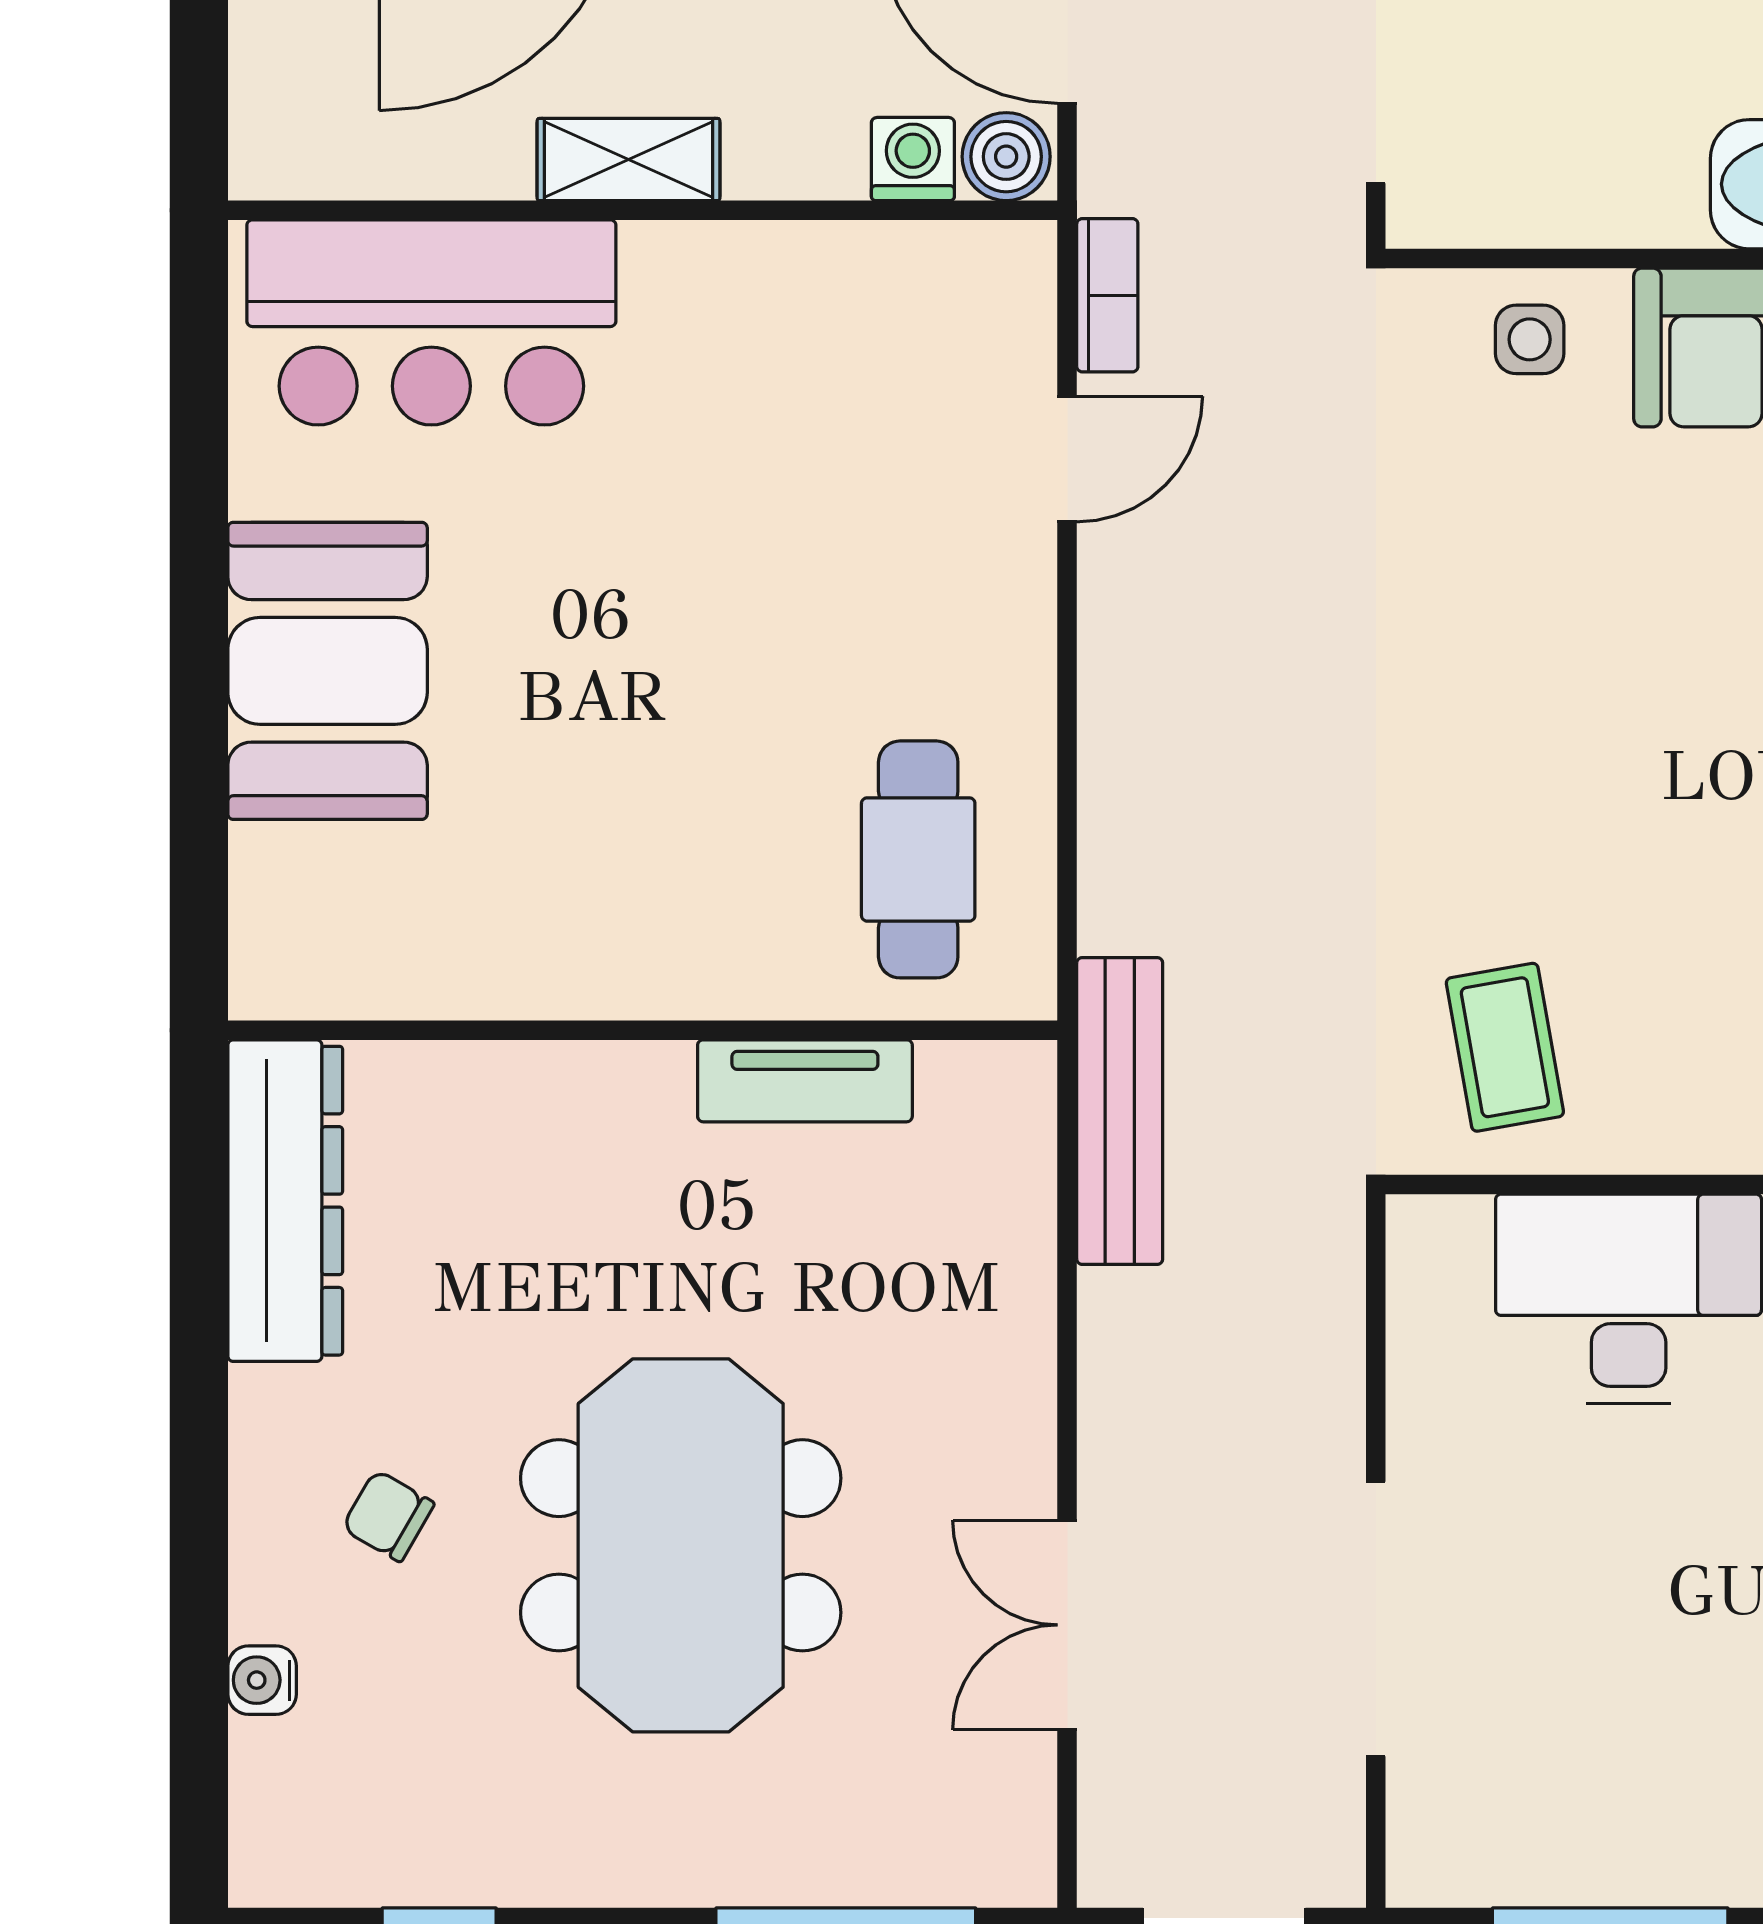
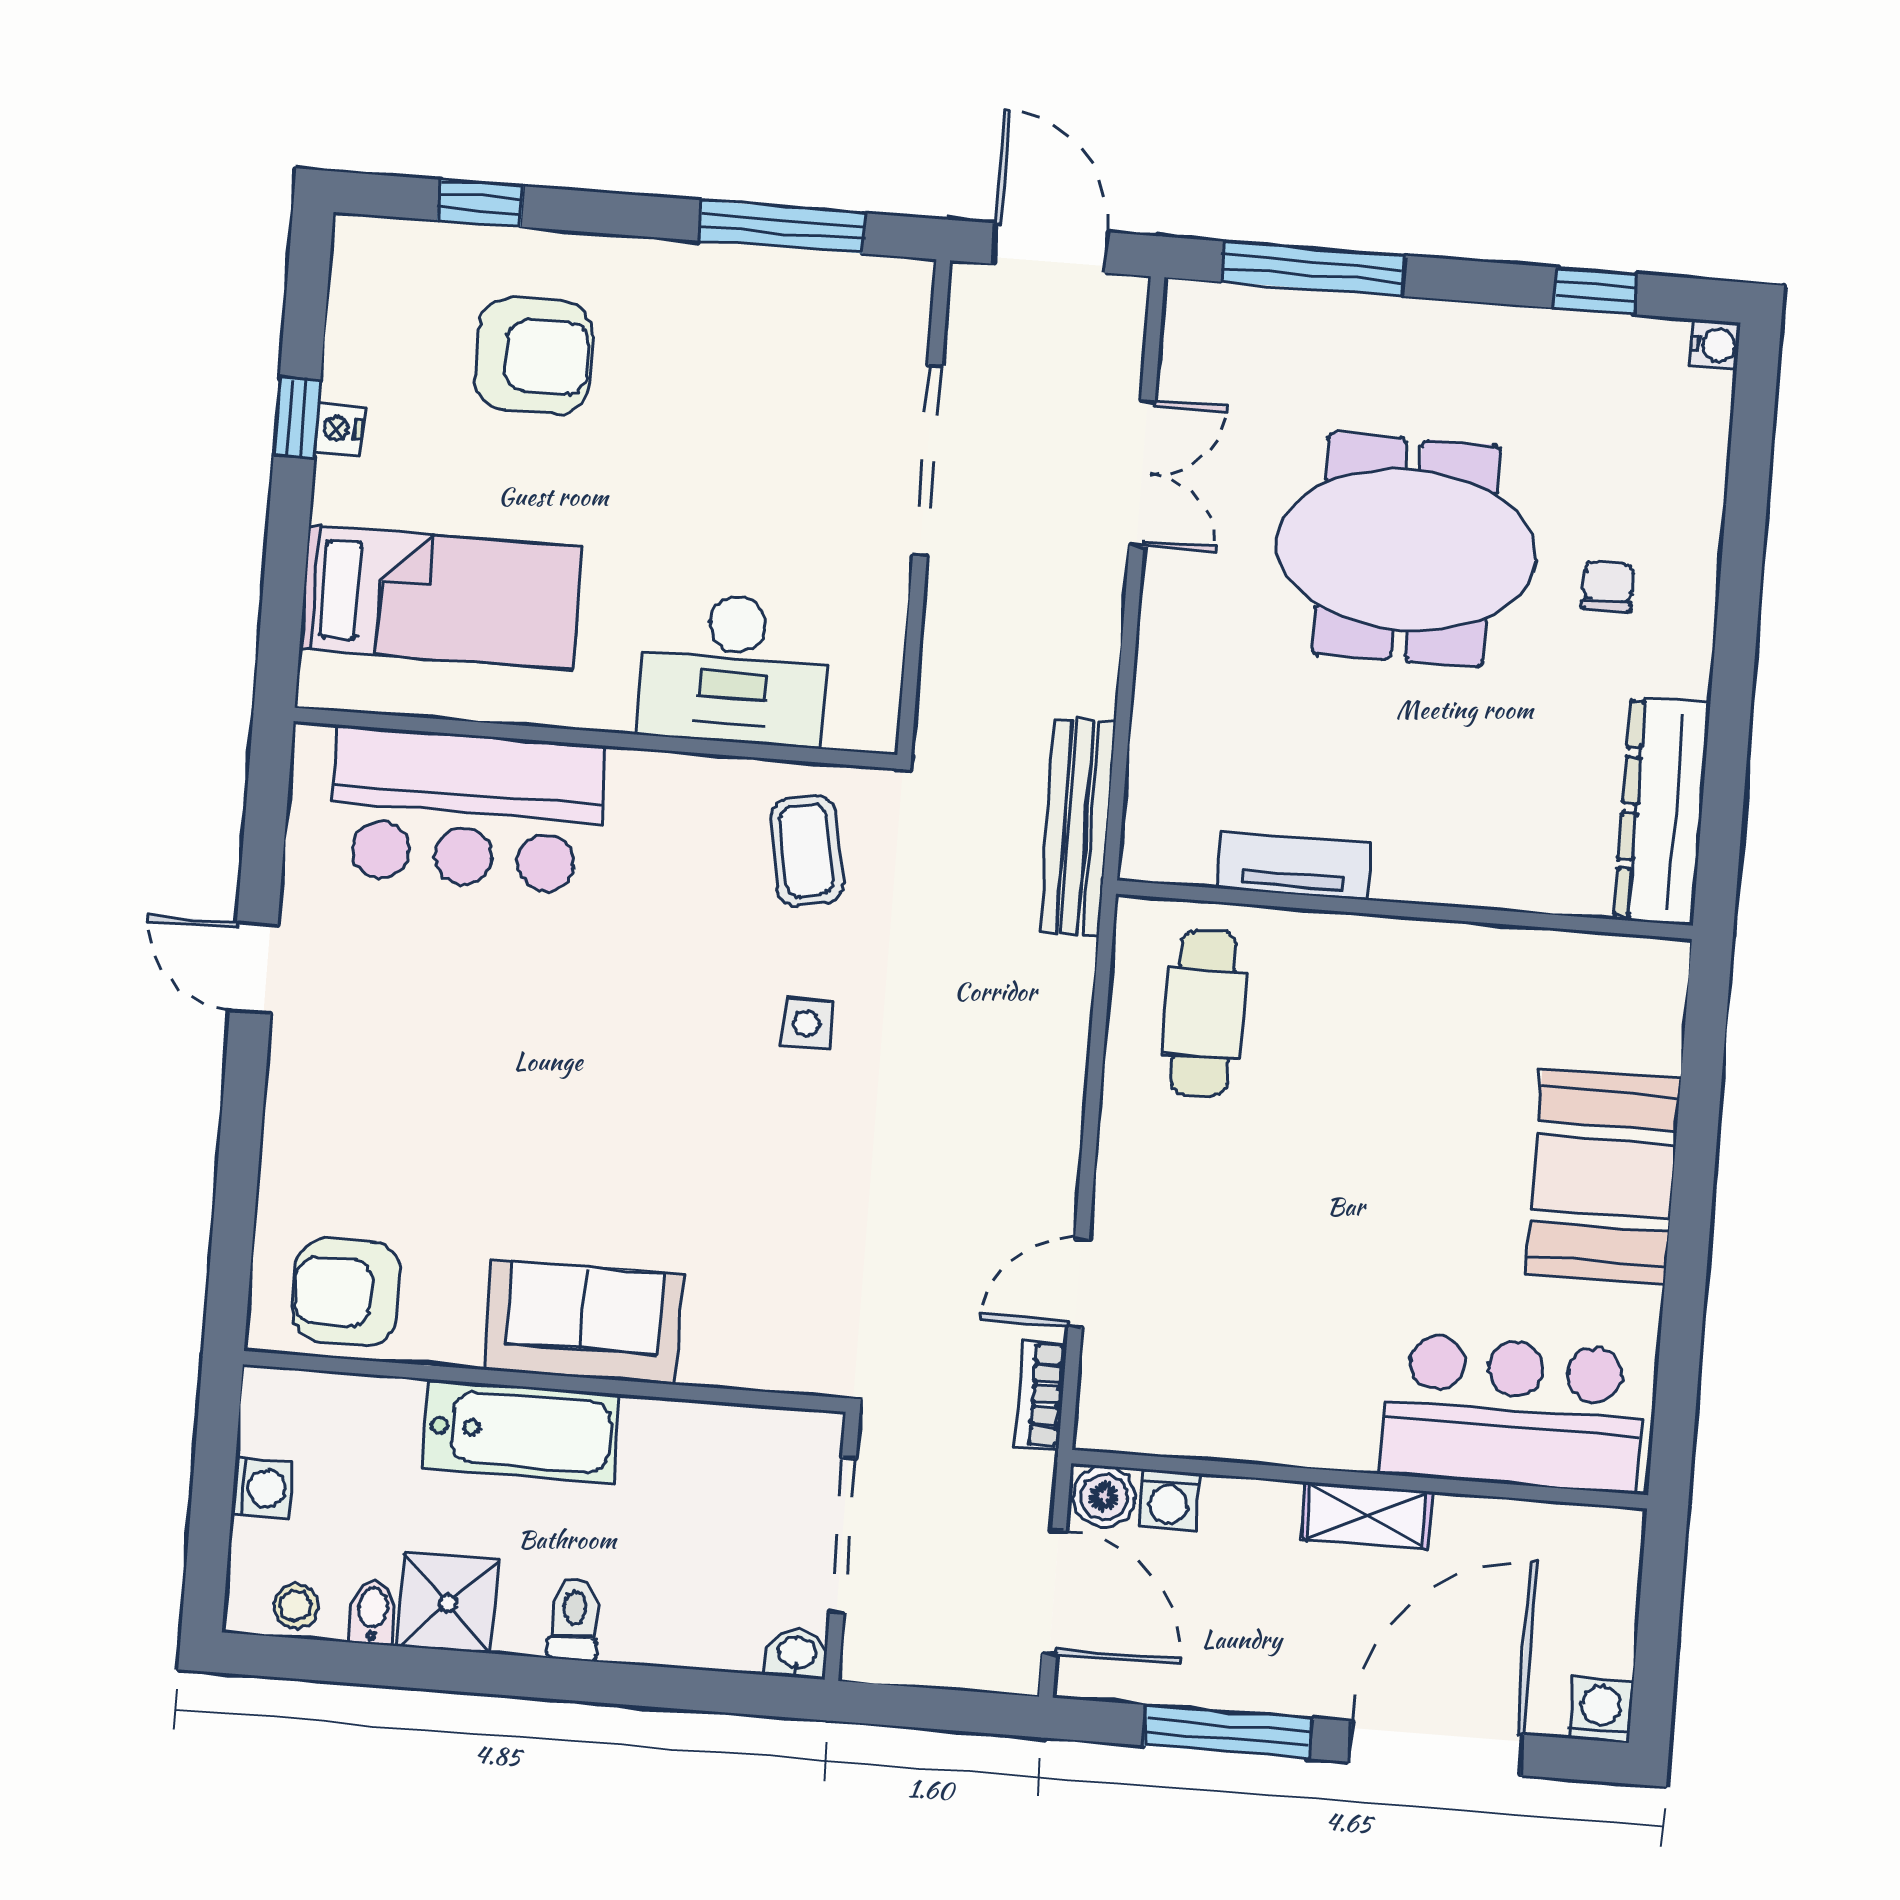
side table: (1530, 339) -> (806, 1024), moved
chair: (388, 1516) -> (1608, 586), turned -120
meeting table: (681, 1545) -> (1406, 550), turned 90
water cooler: (262, 1680) -> (1715, 345), moved

